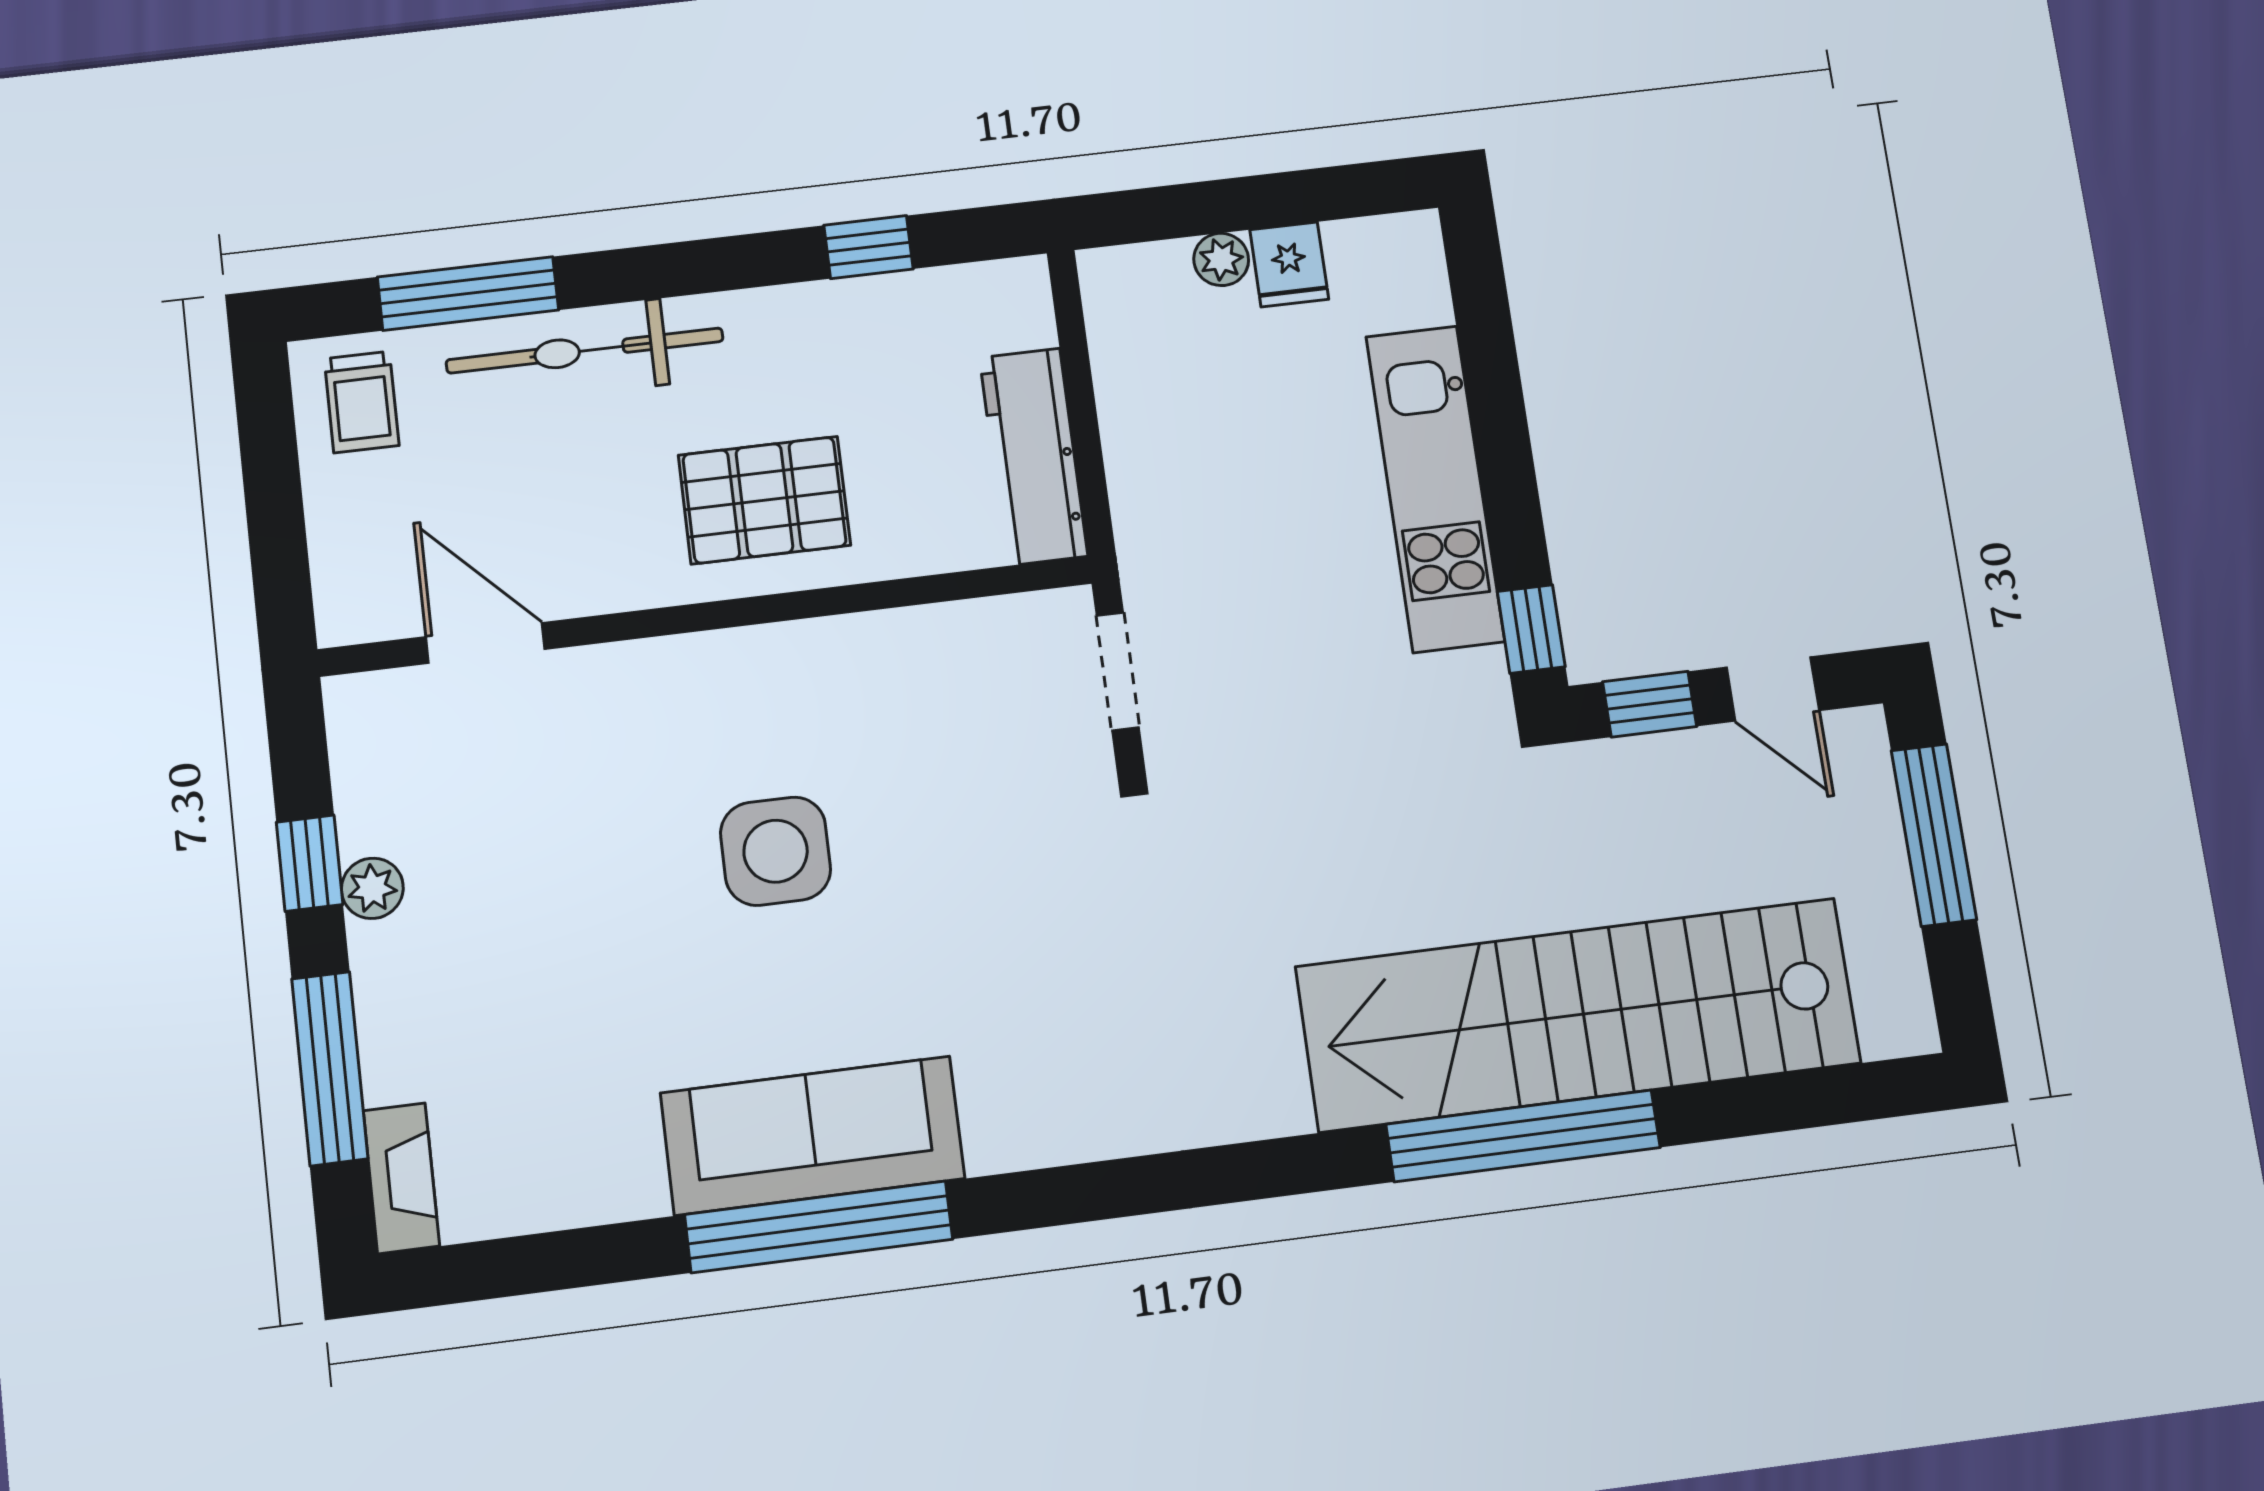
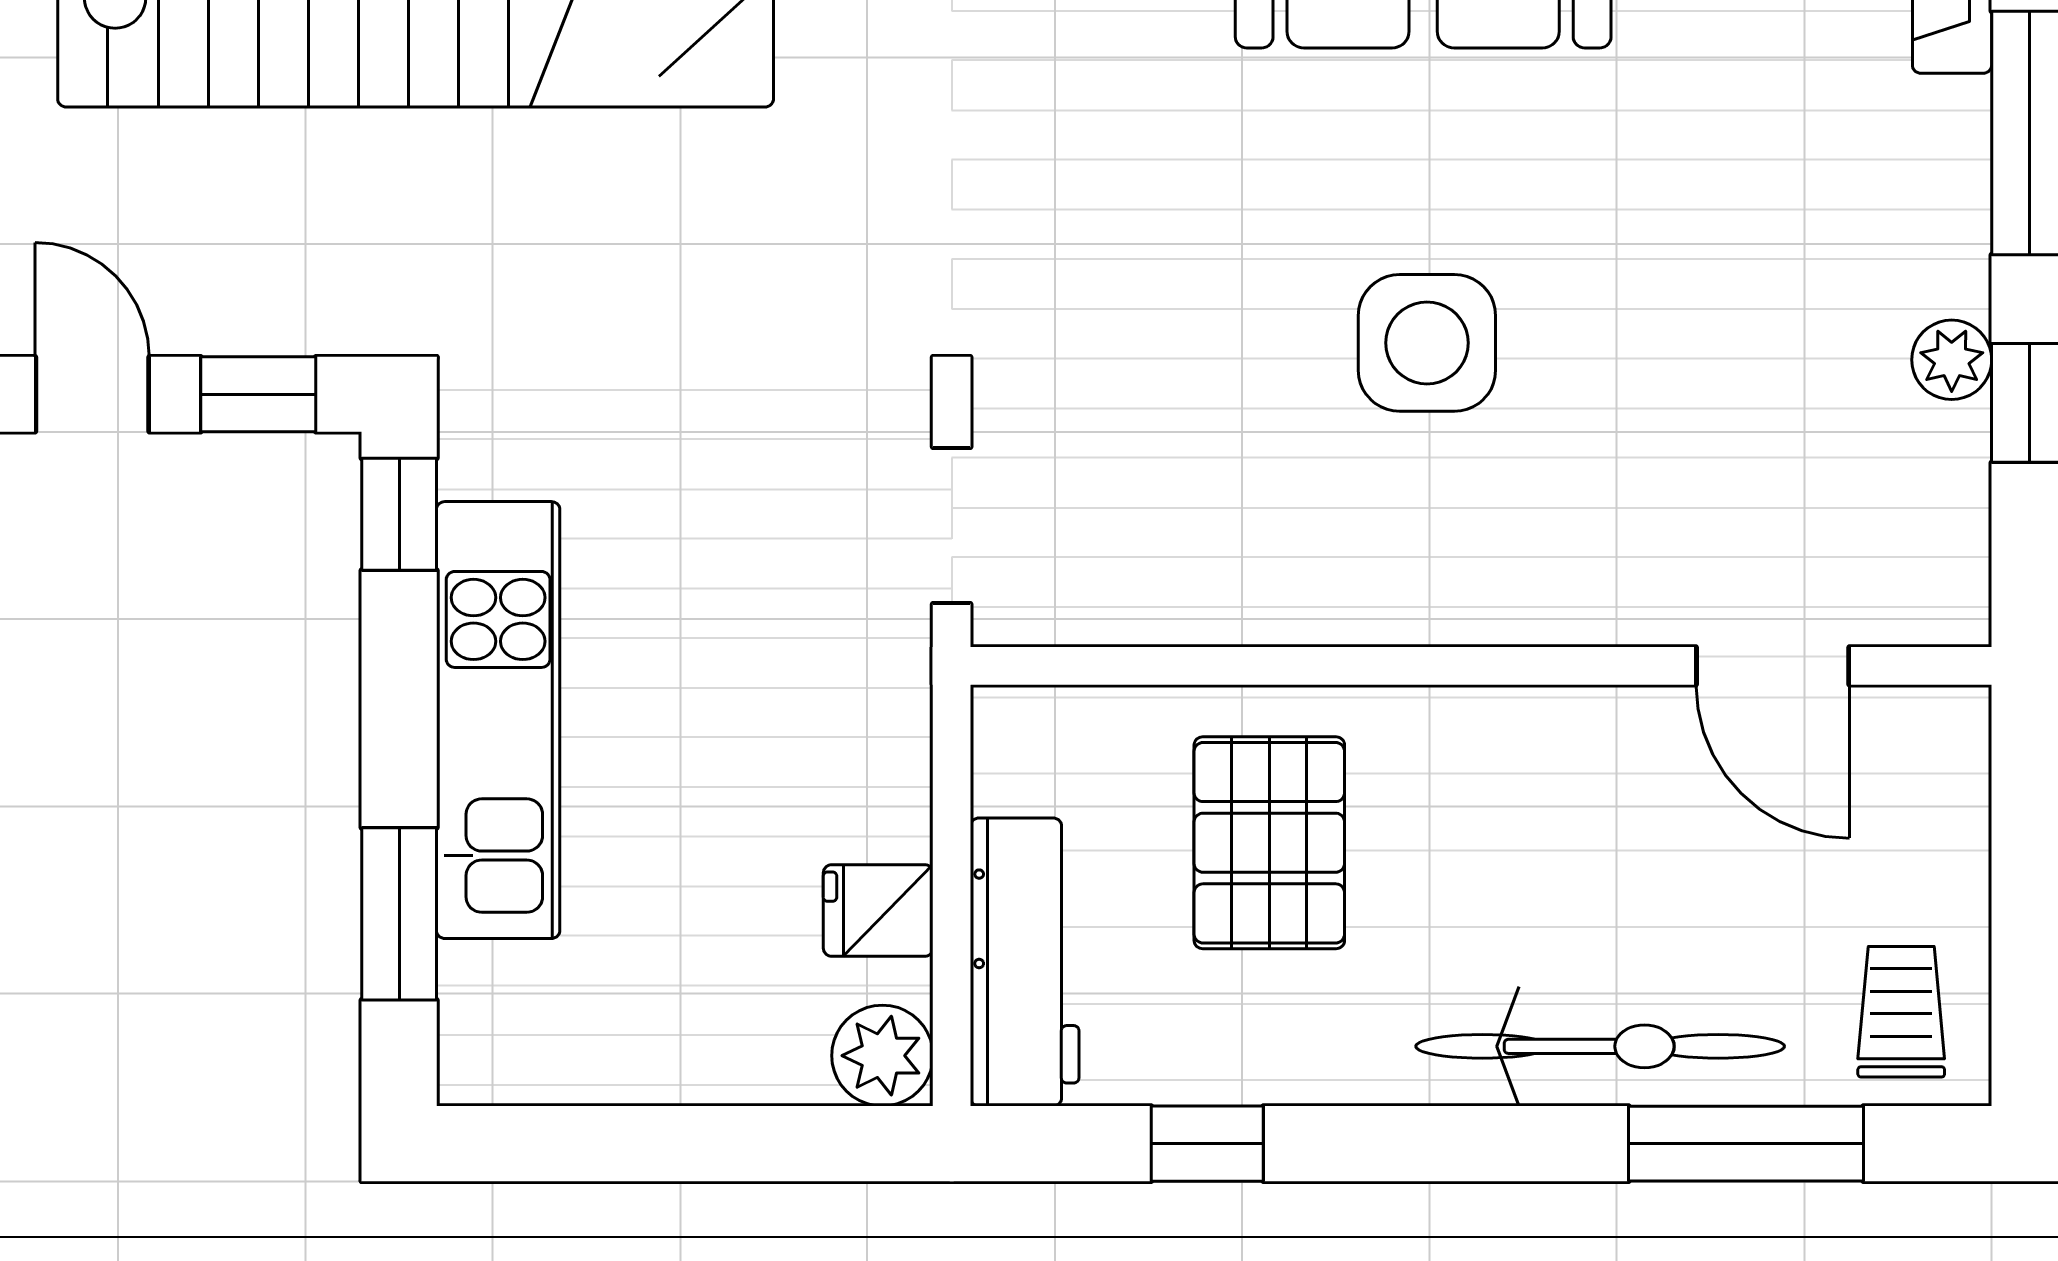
plant: (1221, 259) -> (882, 1056), moved, width x1.38, depth x1.38
fridge: (1289, 264) -> (878, 910), moved, turned -90
window: (1487, 341) -> (399, 914), added
workbench: (1033, 457) -> (1025, 962), moved
pallet: (764, 500) -> (1269, 843), moved, turned 90

